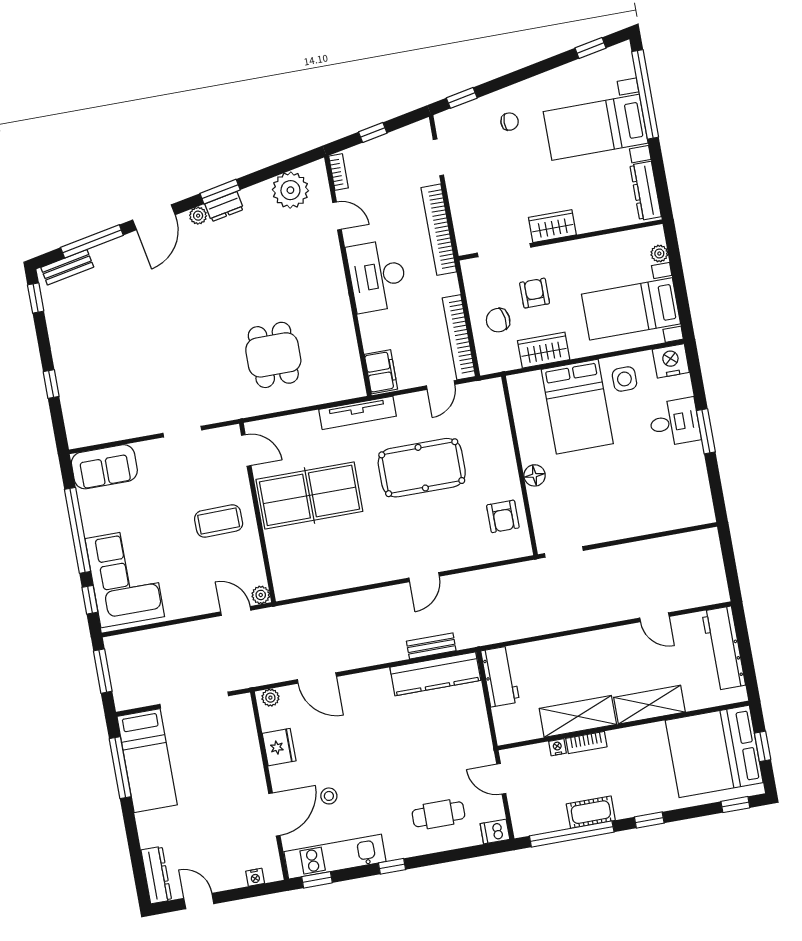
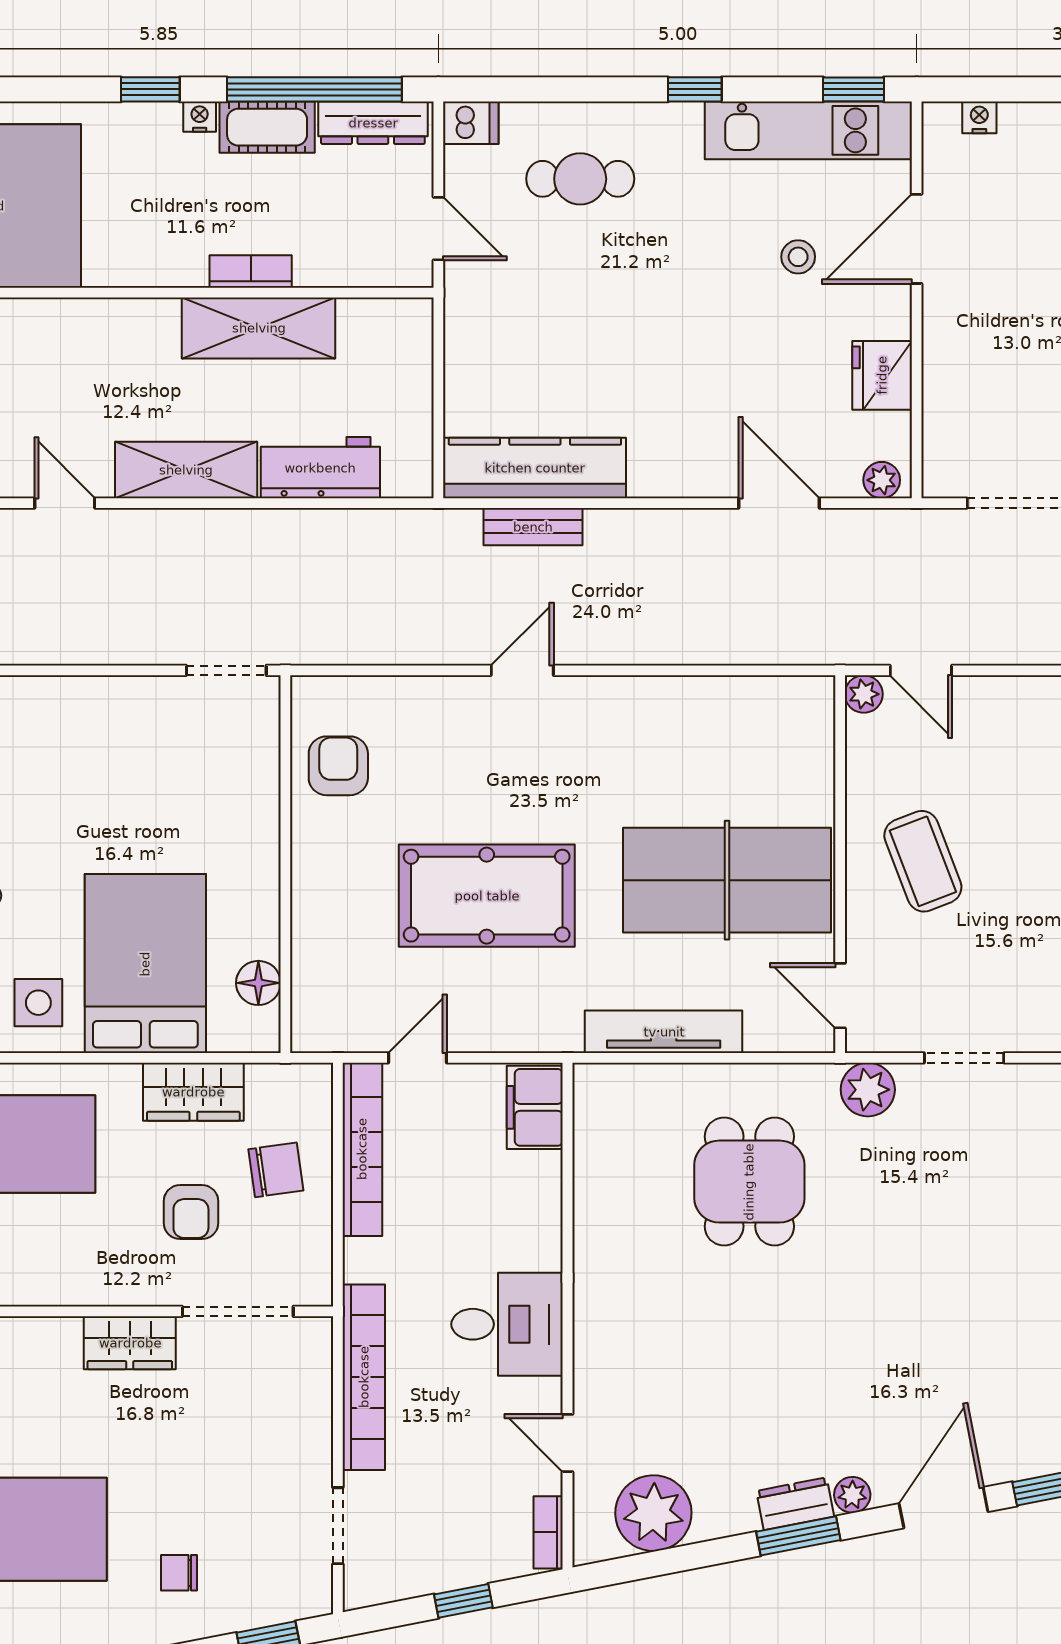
desk: (377, 276) -> (507, 1324), width x0.73
plant: (225, 408) -> (868, 1090), added
tv unit: (357, 413) -> (664, 1032), moved
floor lamp: (535, 475) -> (258, 983), moved
coffee table: (219, 521) -> (923, 861), turned 70
workbench: (500, 676) -> (320, 468), moved, turned 90
shelving: (649, 705) -> (186, 470), moved
nightstand: (557, 747) -> (200, 117), moved, turned 180
dresser: (541, 823) -> (373, 123), added

